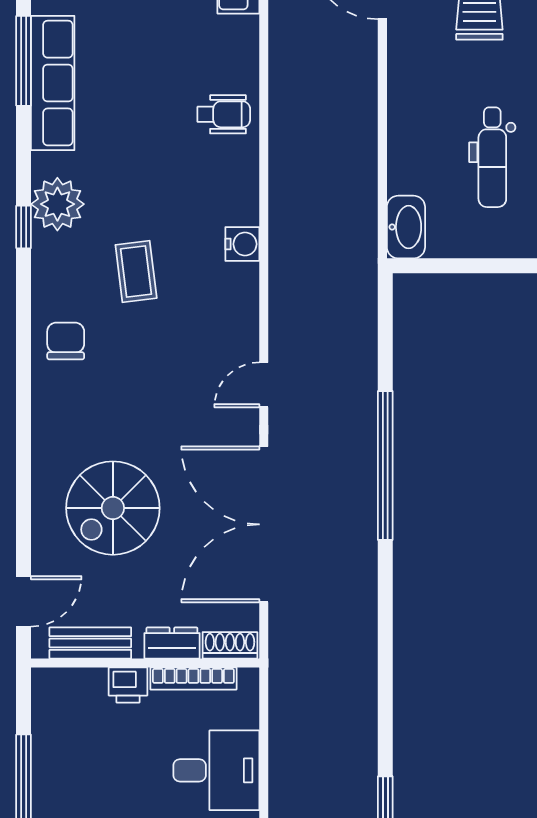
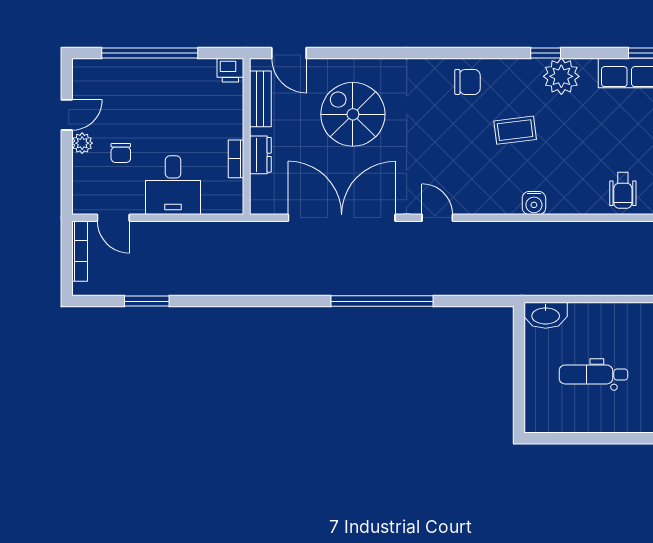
shoe rack: (230, 645) -> (259, 195), removed
bookcase: (193, 679) -> (236, 159), width x0.64
printer: (128, 685) -> (230, 70), moved, turned -90

